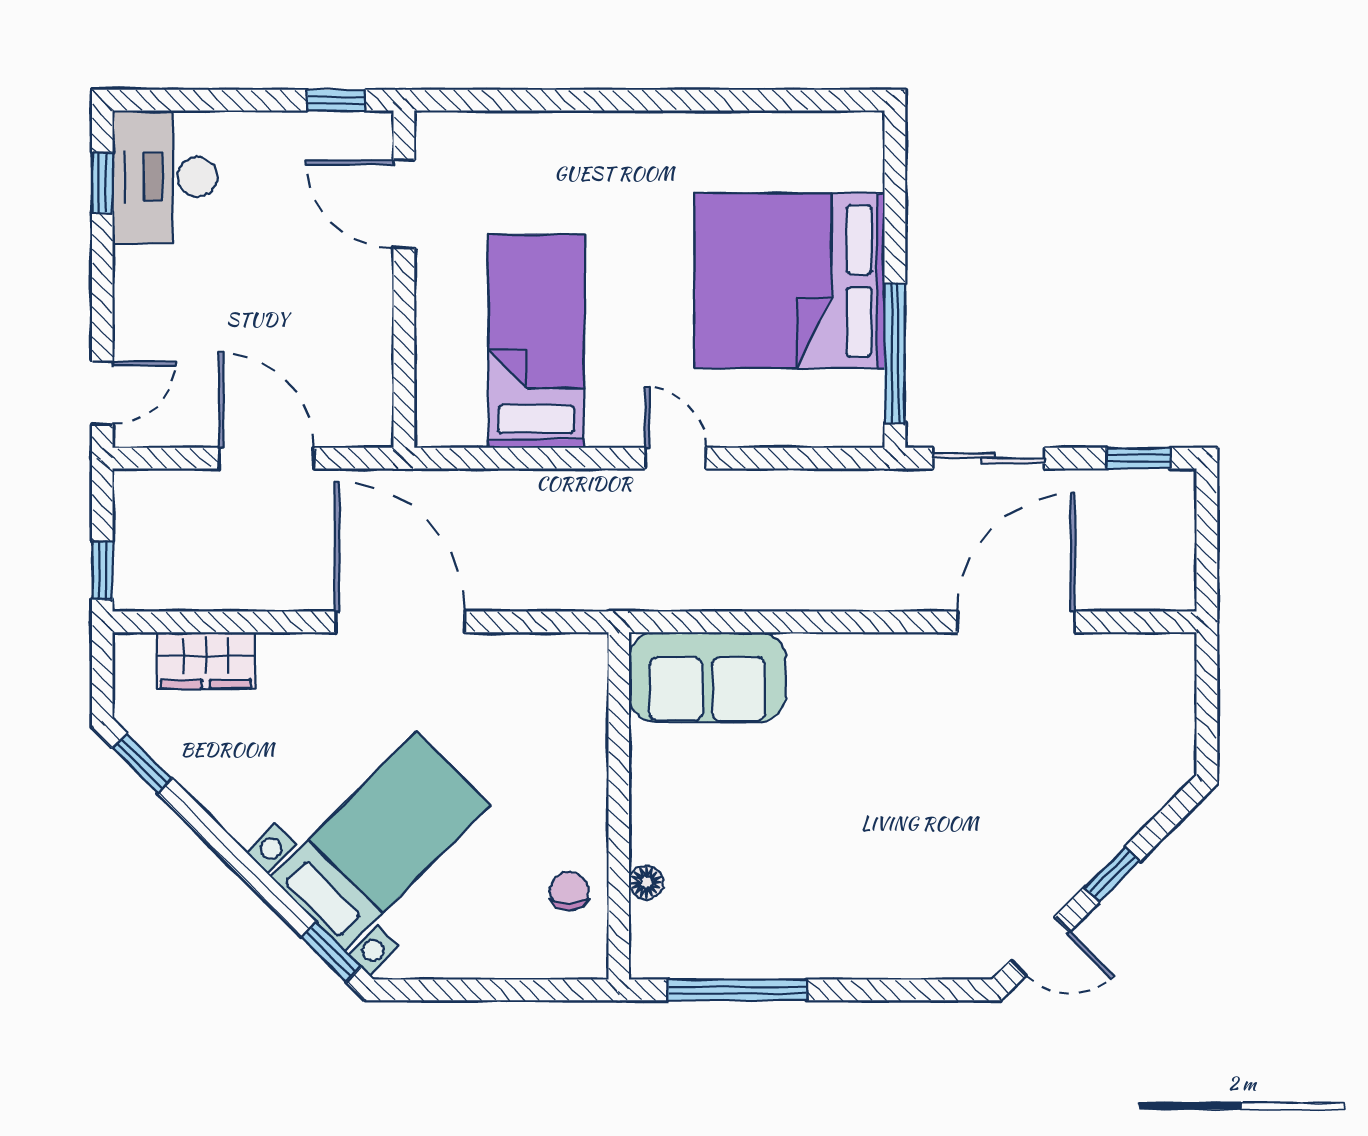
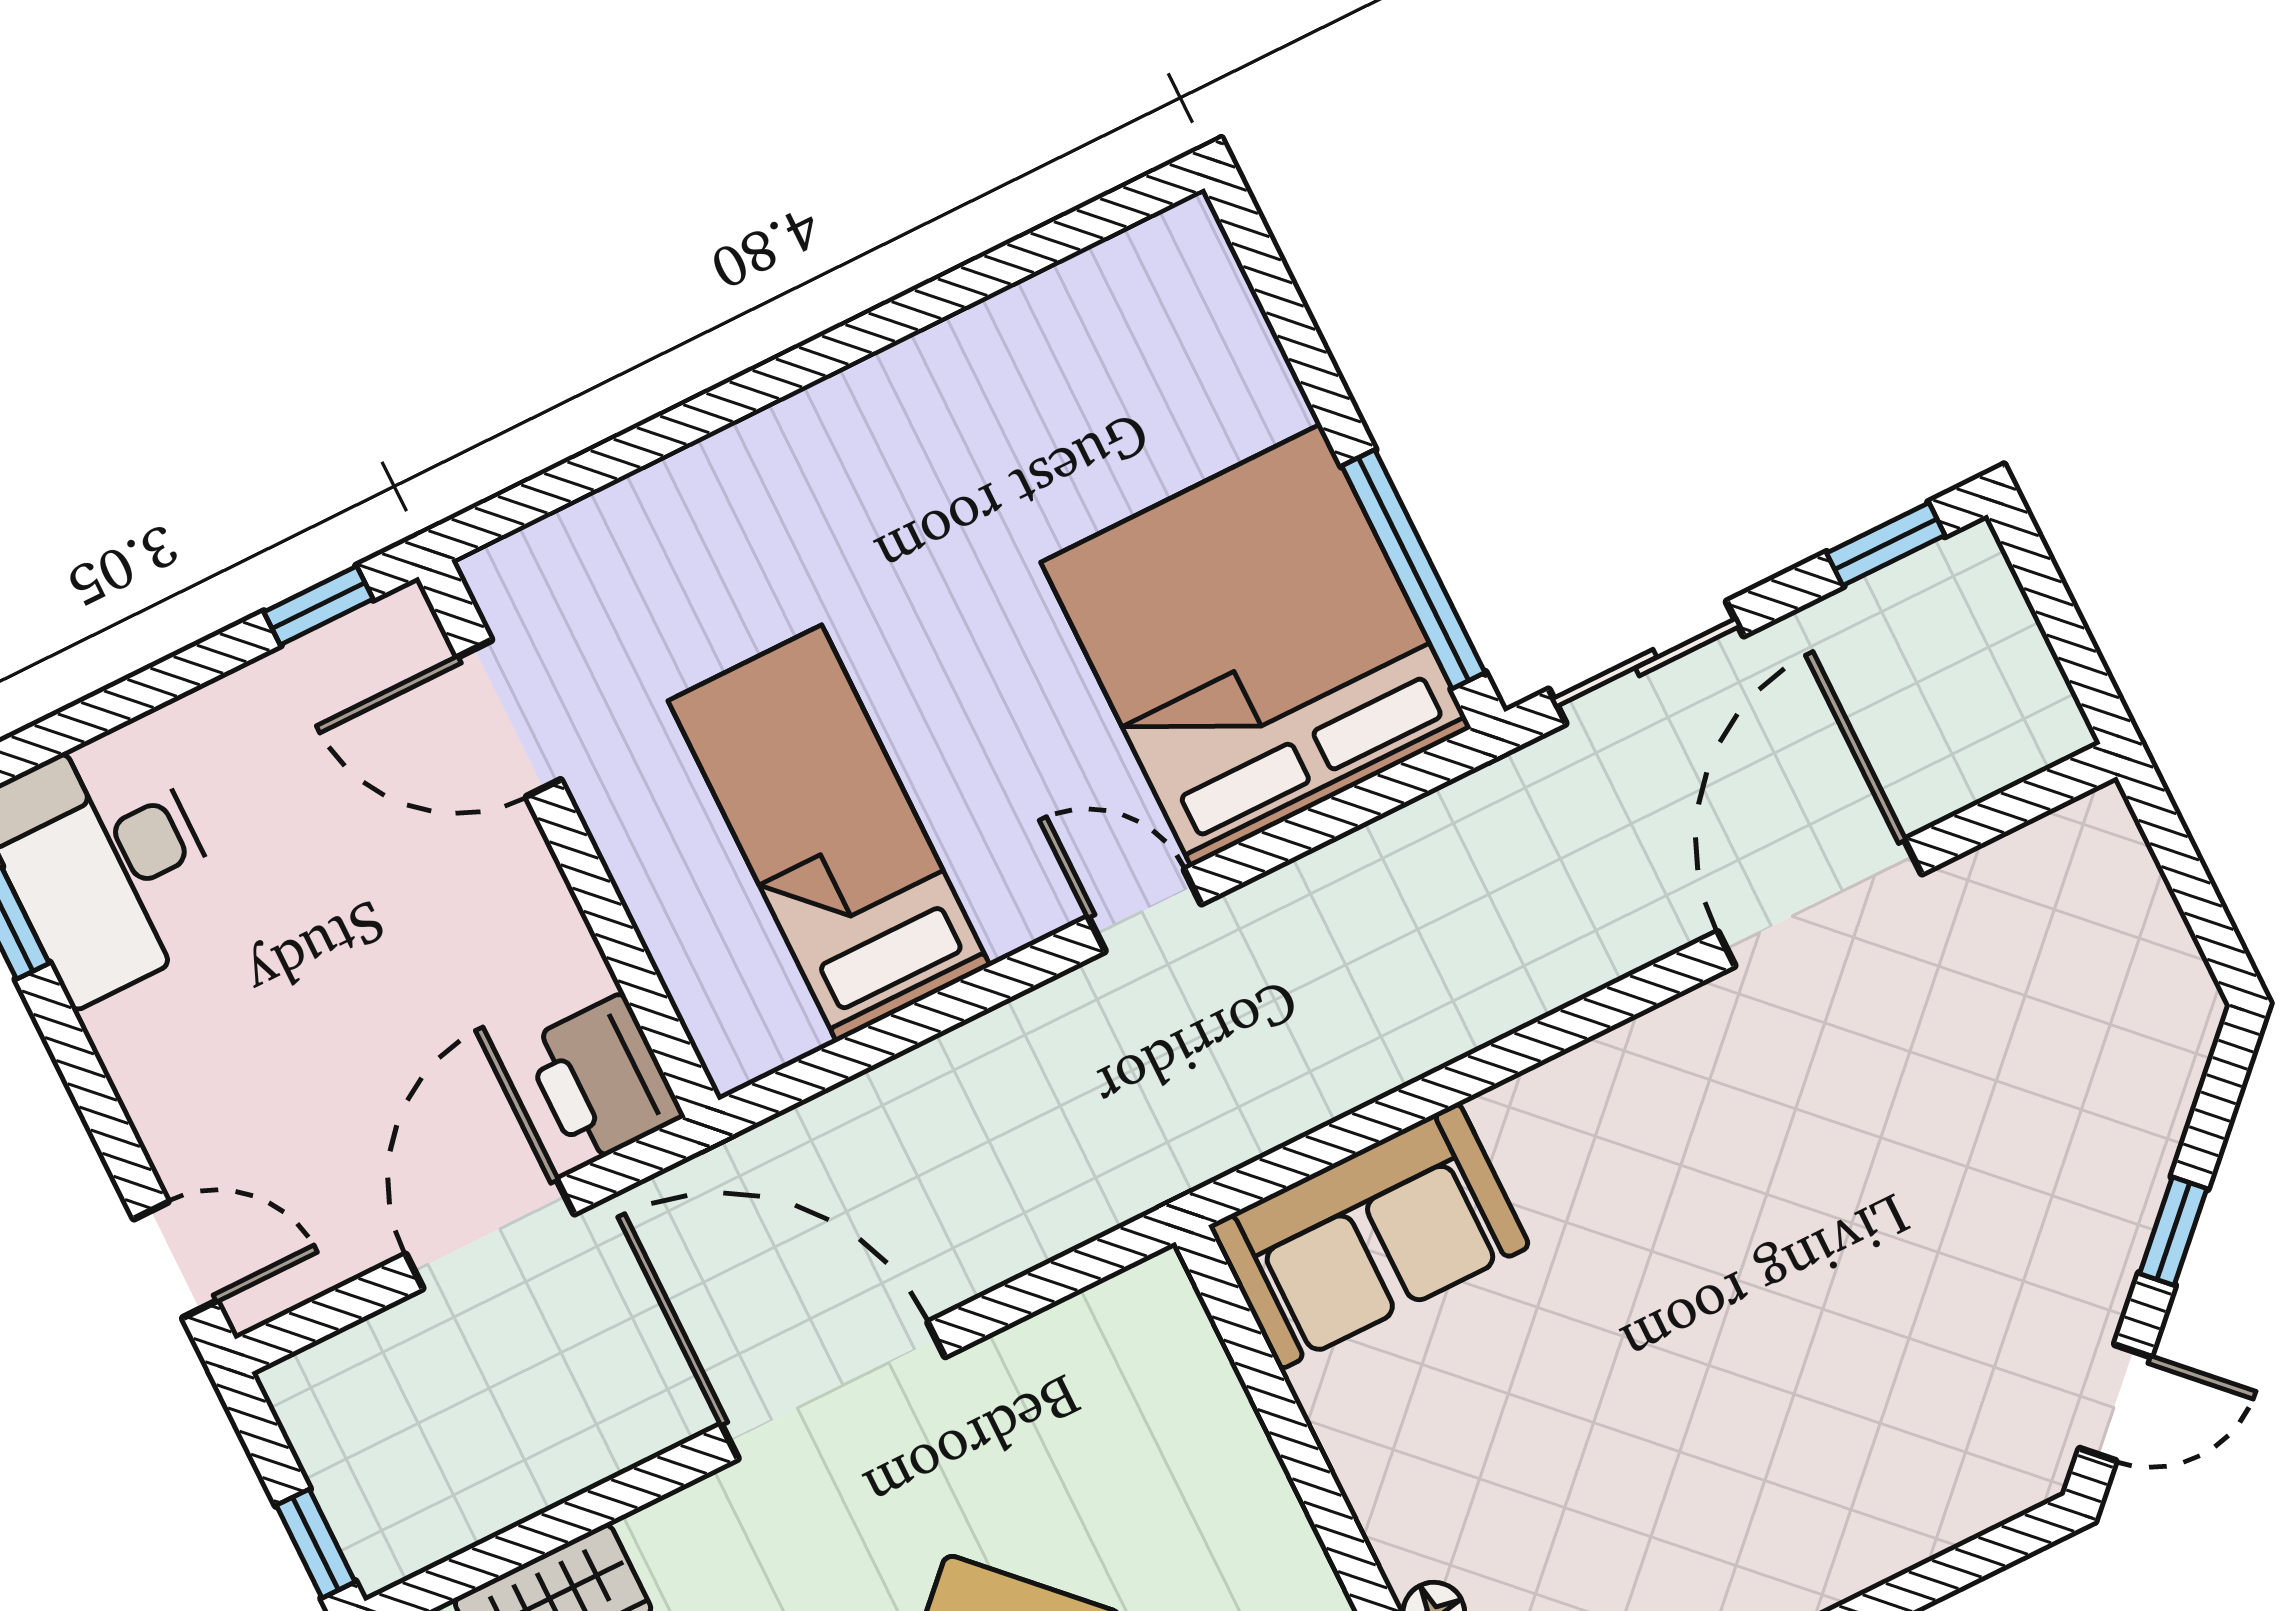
bed: (790, 281) -> (1256, 645), moved, turned 90
door: (102, 393) -> (175, 1260), hinge flipped
printer: (361, 409) -> (603, 1080), added
door: (267, 458) -> (490, 1234), hinge flipped

